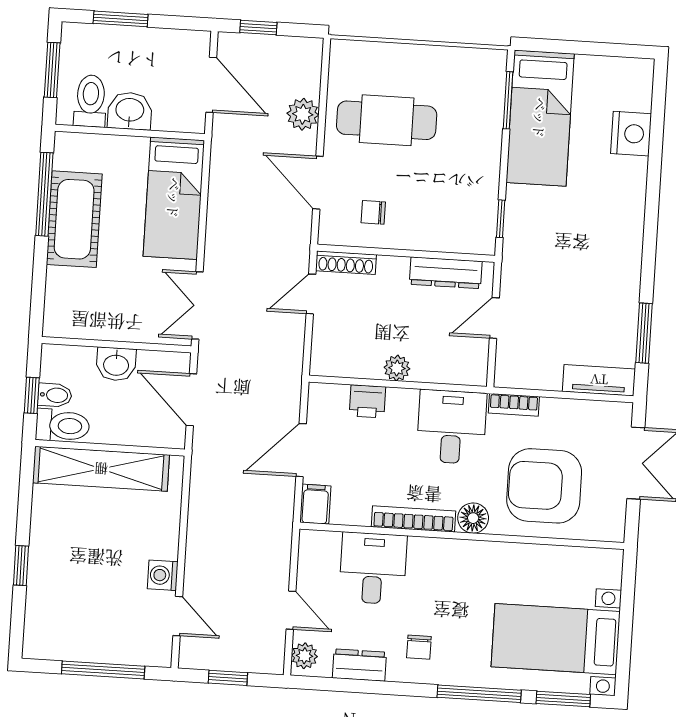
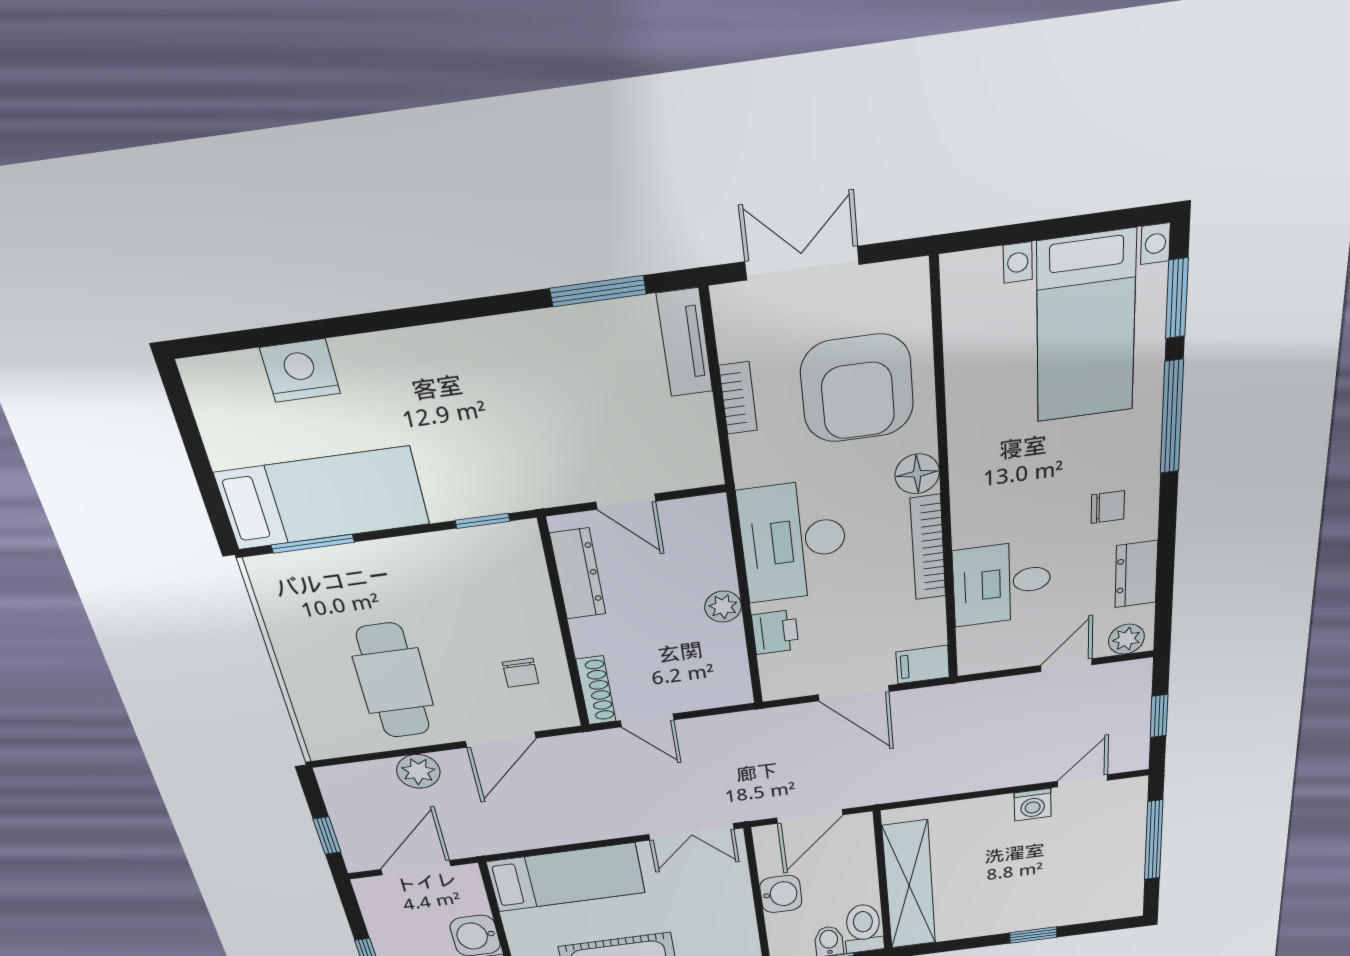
bookcase: (514, 405) -> (738, 398), moved
desk: (452, 427) -> (793, 541), width x1.37

